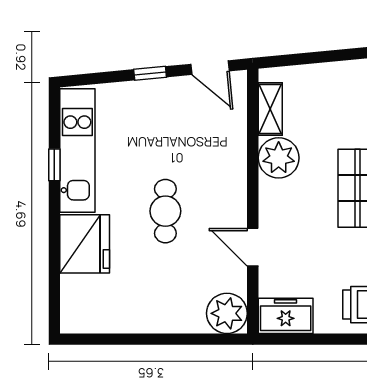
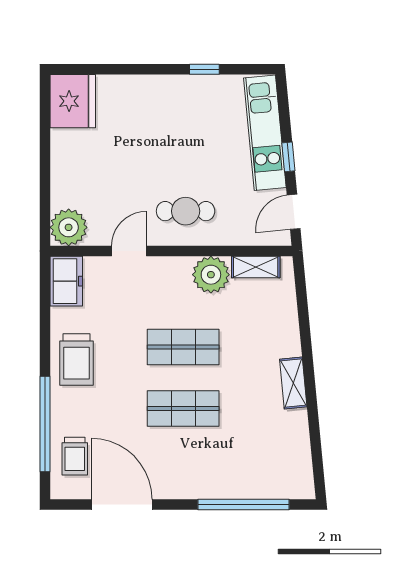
kitchen unit: (77, 151) -> (265, 133), moved, turned 85
cafe table: (165, 211) -> (186, 211), moved
fridge: (85, 244) -> (73, 101), moved, turned -90

